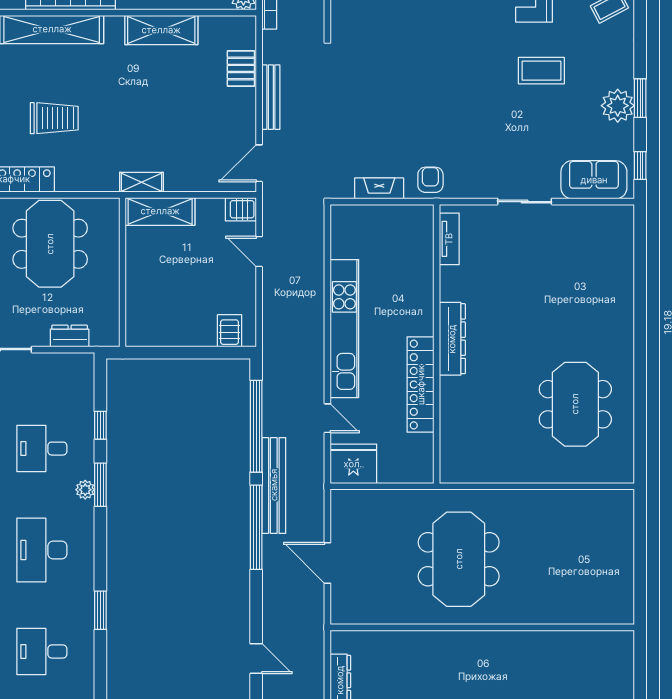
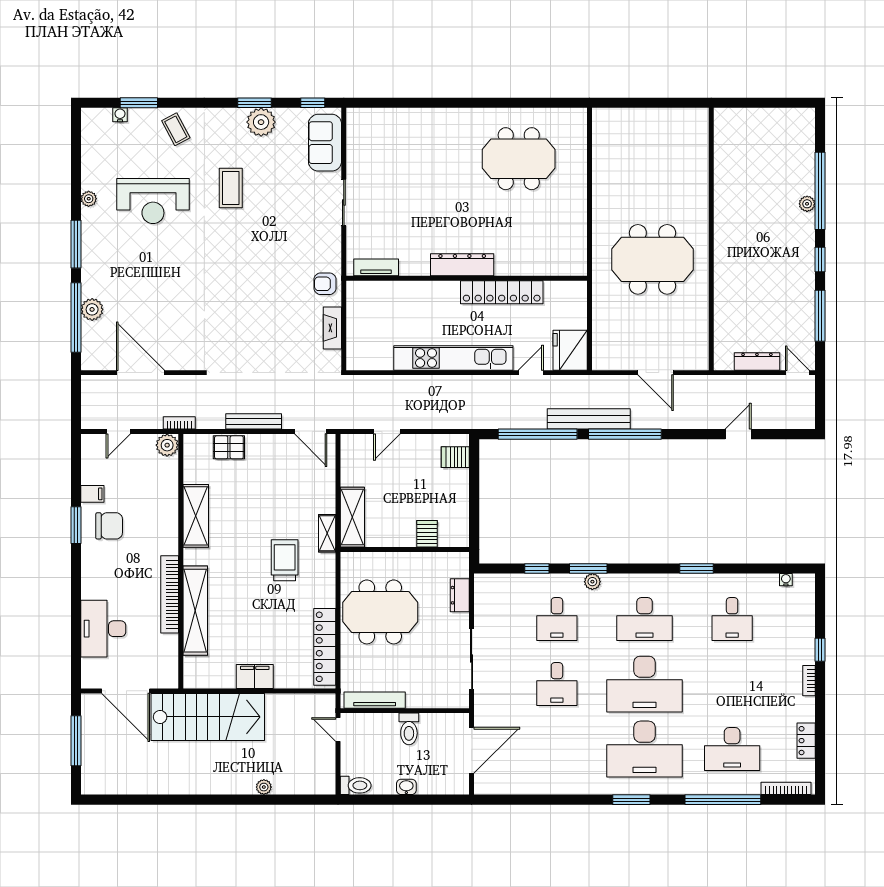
trolley: (54, 118) -> (285, 560), moved
server rack: (241, 209) -> (427, 534), moved, turned 180
door: (327, 563) -> (656, 373), hinge flipped

